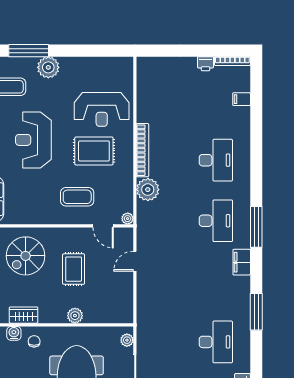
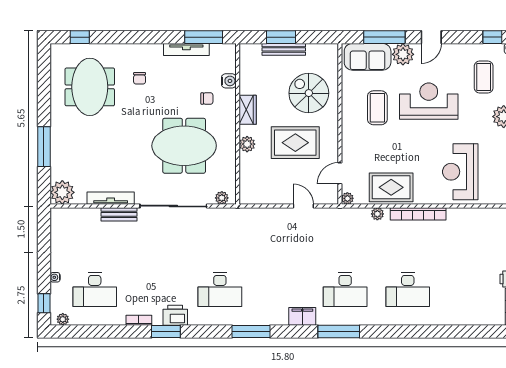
filing cabinet: (242, 99) -> (471, 316), removed
rug: (94, 151) -> (391, 187), moved, turned 90
plant: (148, 190) -> (377, 214), width x0.53, depth x0.53
coffee table: (77, 197) -> (377, 108), moved
rug: (74, 269) -> (295, 143), width x1.36, depth x1.43
wardrobe: (24, 315) -> (248, 110), moved
chair: (34, 341) -> (207, 98), moved

